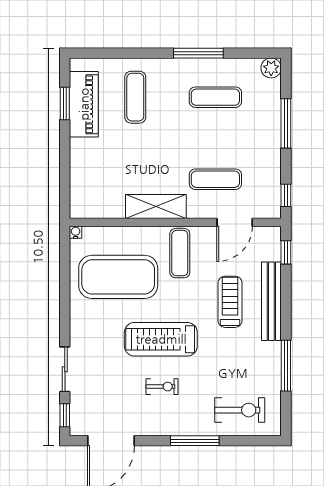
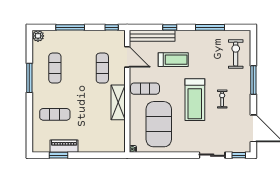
piano: (84, 104) -> (64, 146), width x0.73, depth x0.75
window: (286, 252) -> (170, 27), moved
bench: (271, 301) -> (152, 36), moved
treadmill: (230, 302) -> (173, 60), turned 180

